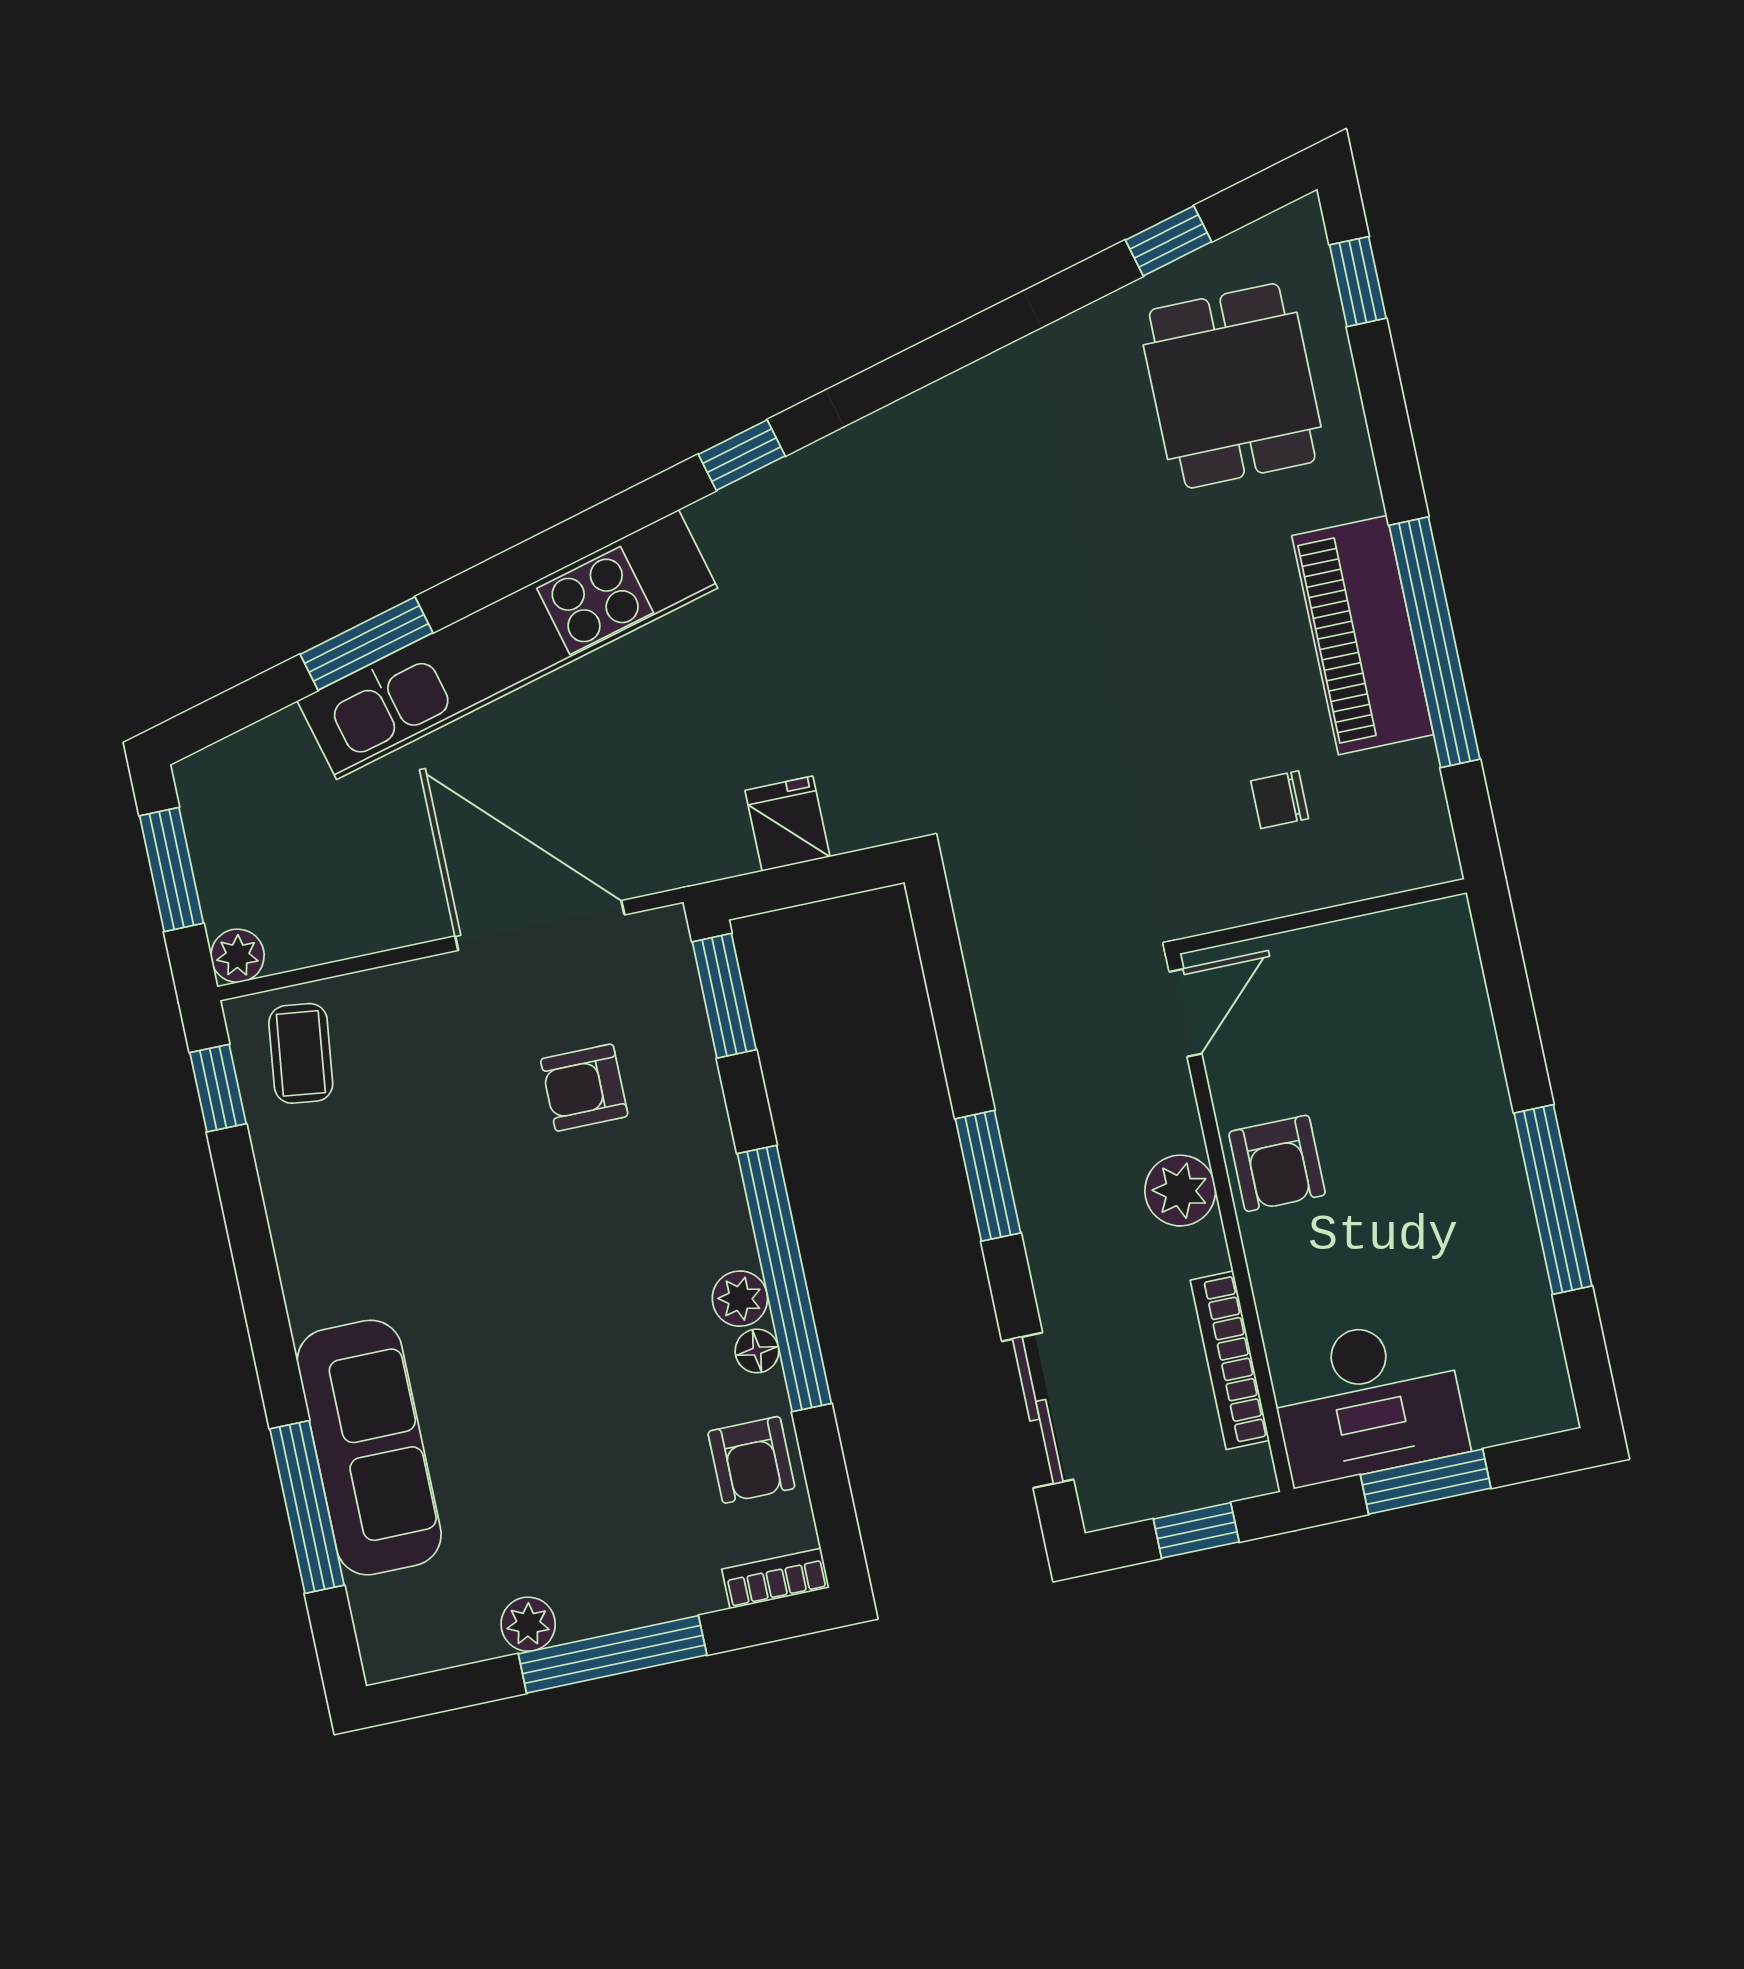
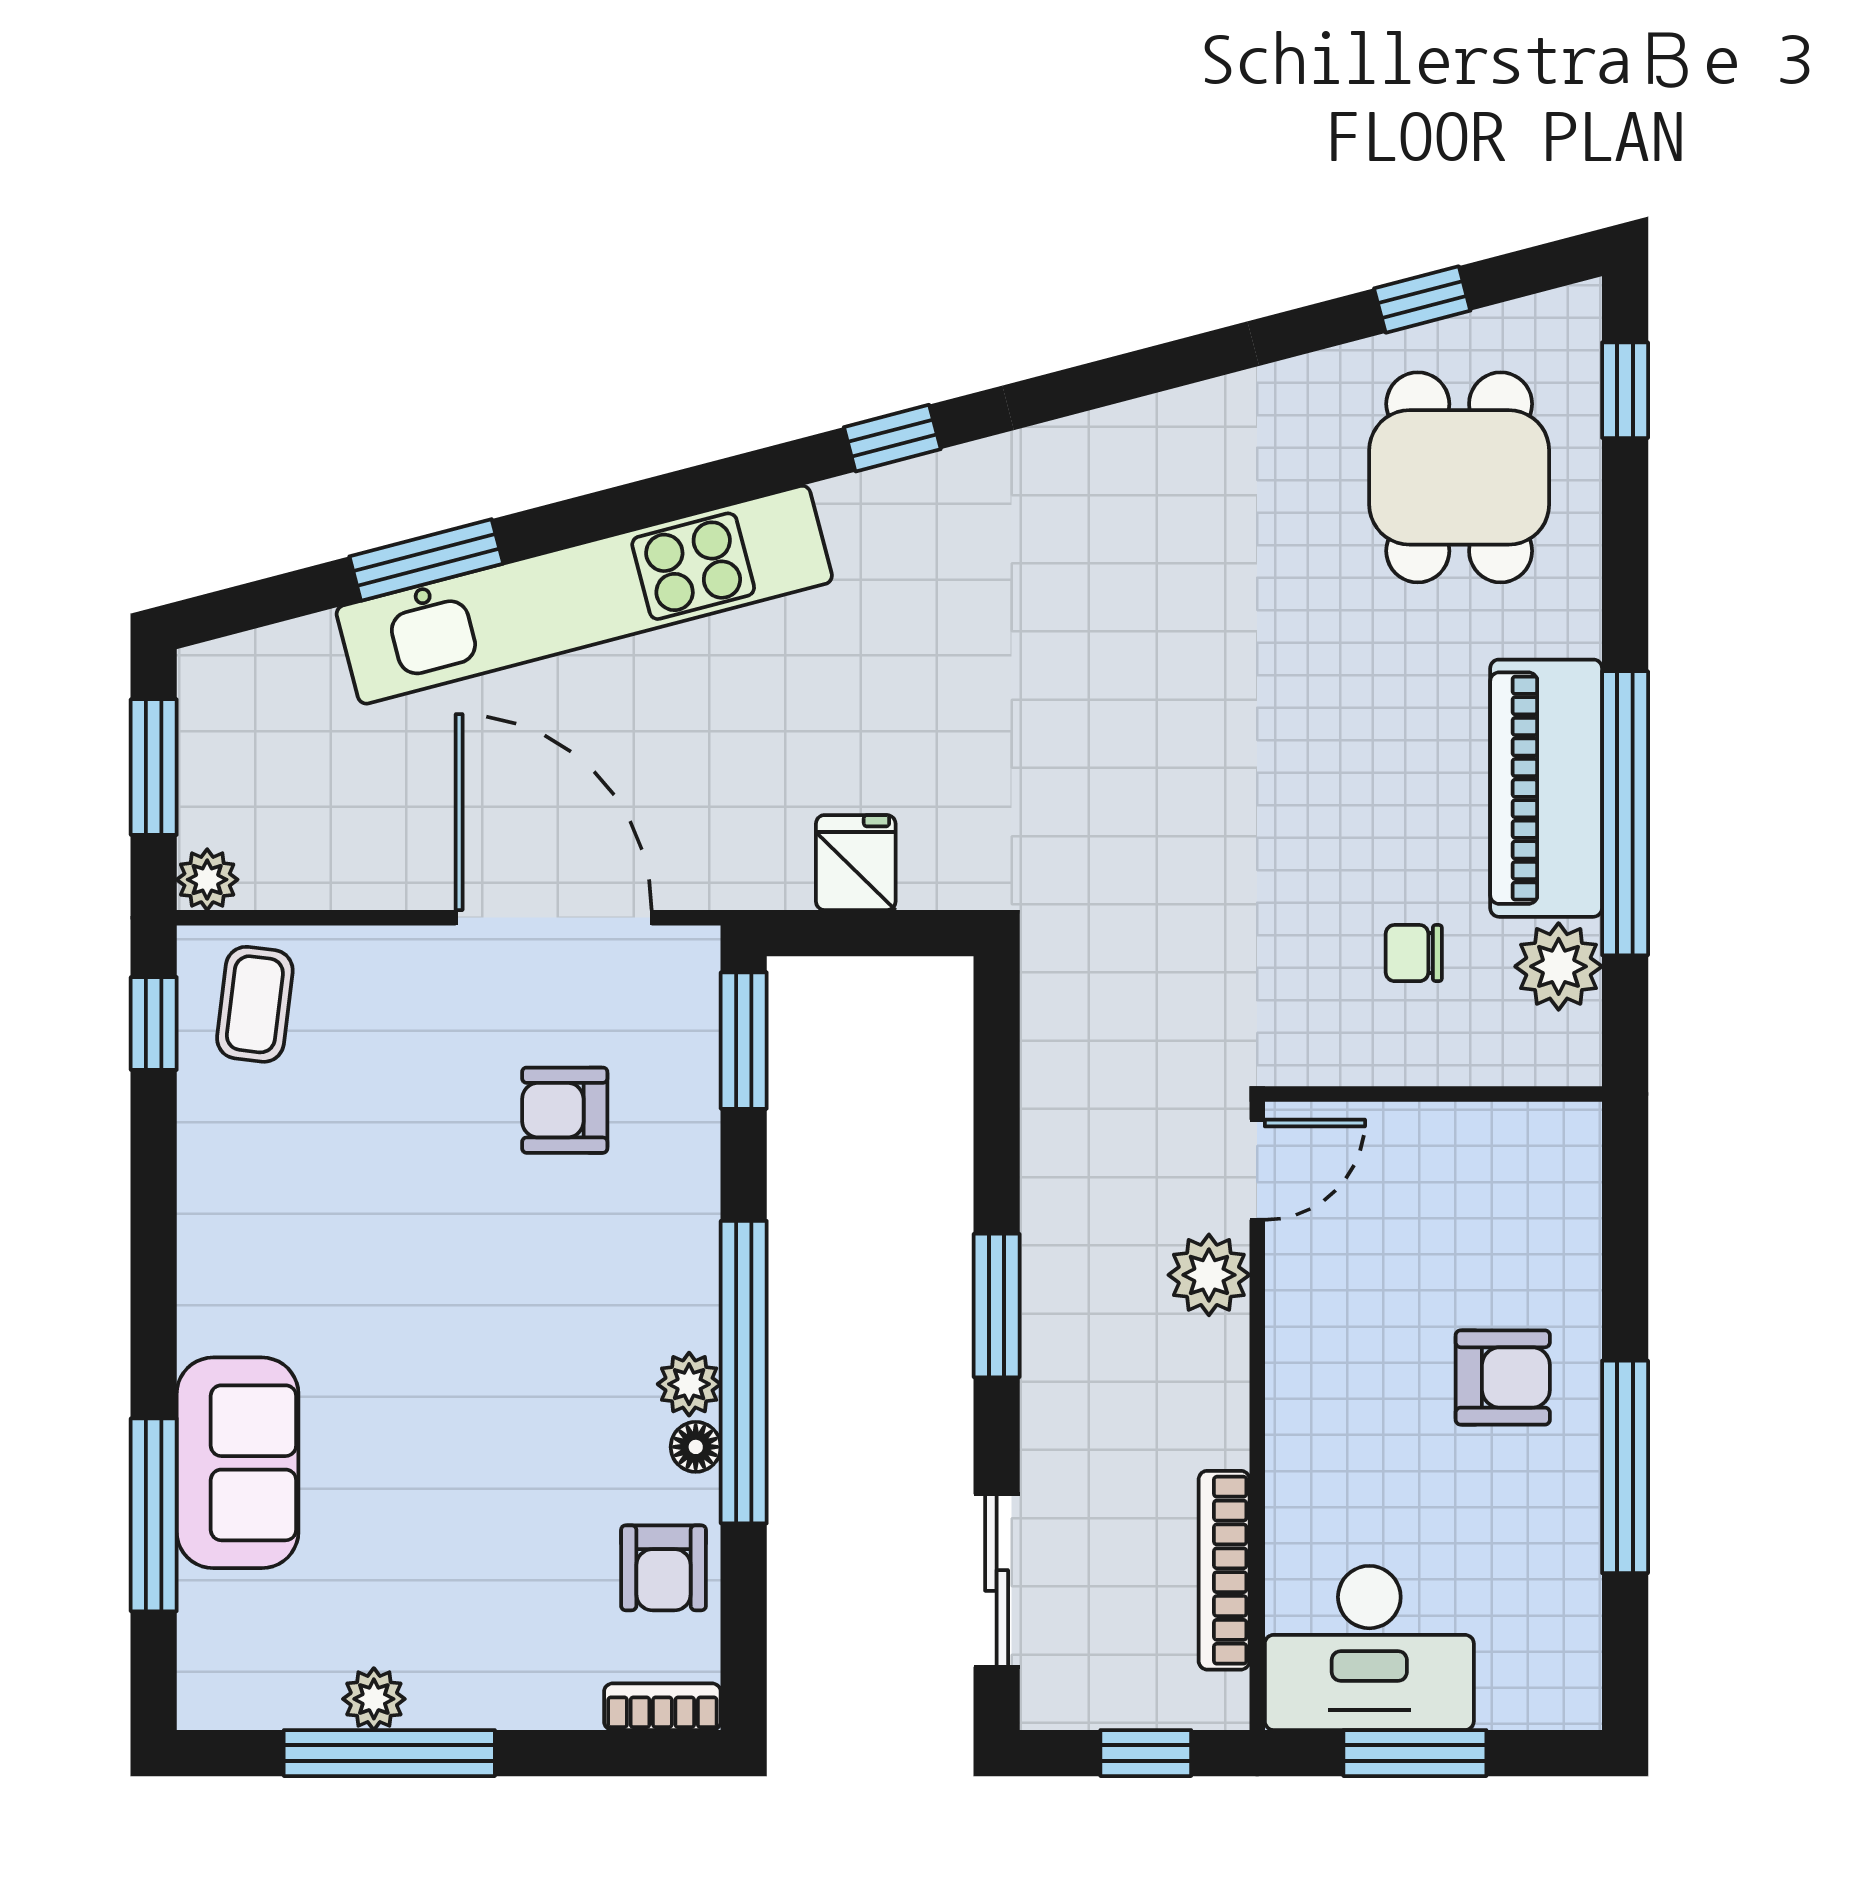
plant: (1406, 785) -> (1559, 966), added
armchair: (1277, 1163) -> (1503, 1377), moved, turned -90
plant: (1180, 1191) -> (1209, 1275), moved
sofa: (369, 1448) -> (238, 1463), width x0.73
window: (613, 1654) -> (389, 1753), moved

